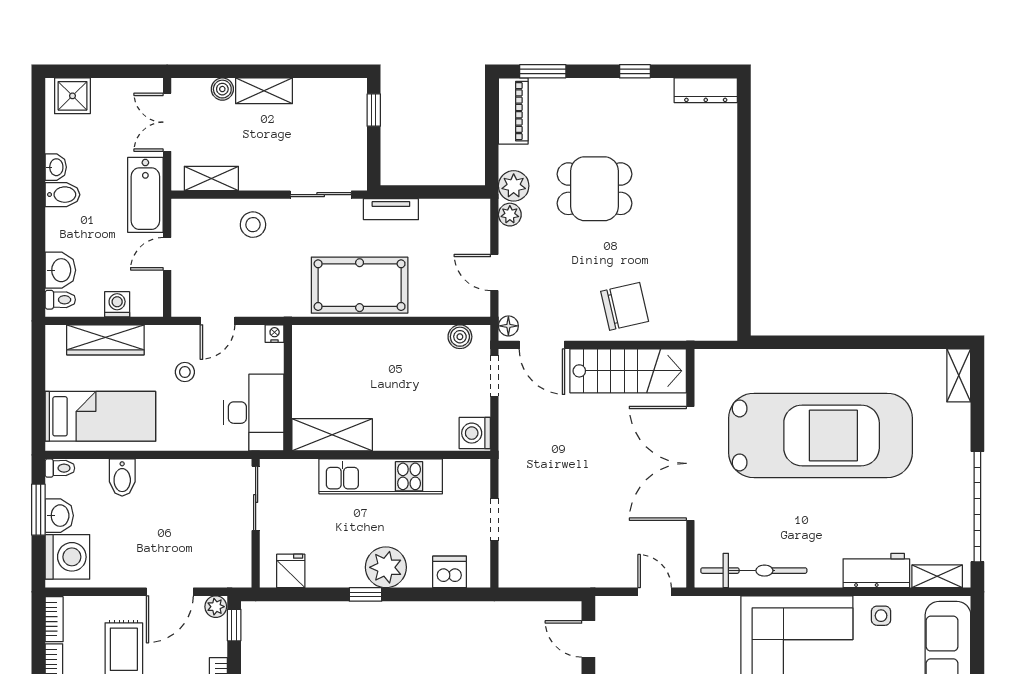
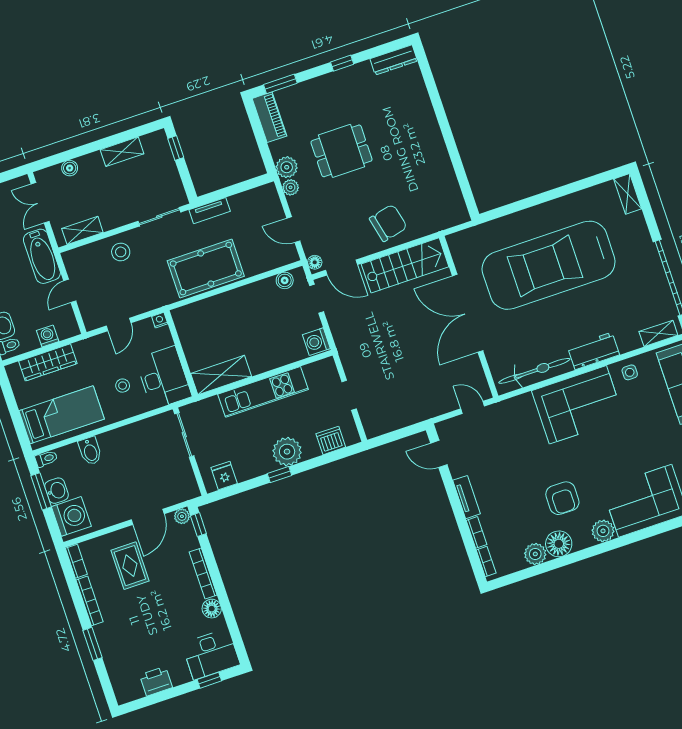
shelving: (264, 91) -> (122, 152), moved
stool: (185, 372) -> (123, 386), moved
car: (821, 435) -> (549, 265), turned 180
workbench: (876, 571) -> (594, 351), moved

